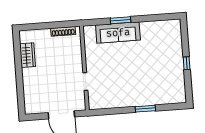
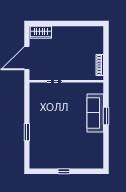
wardrobe: (27, 55) -> (41, 32), moved

